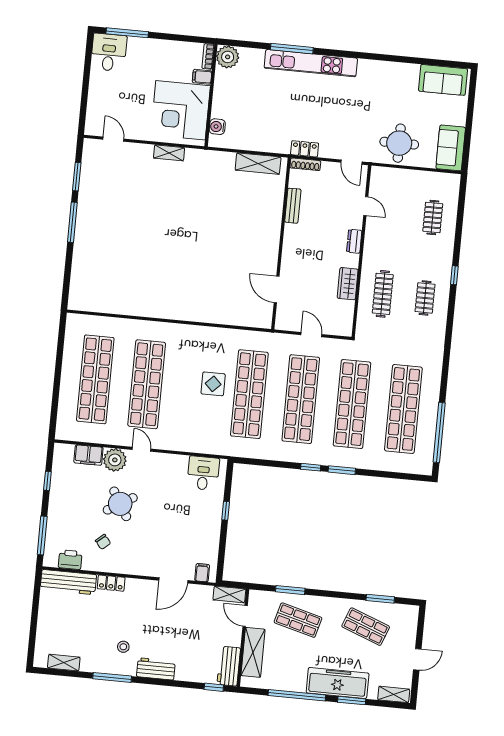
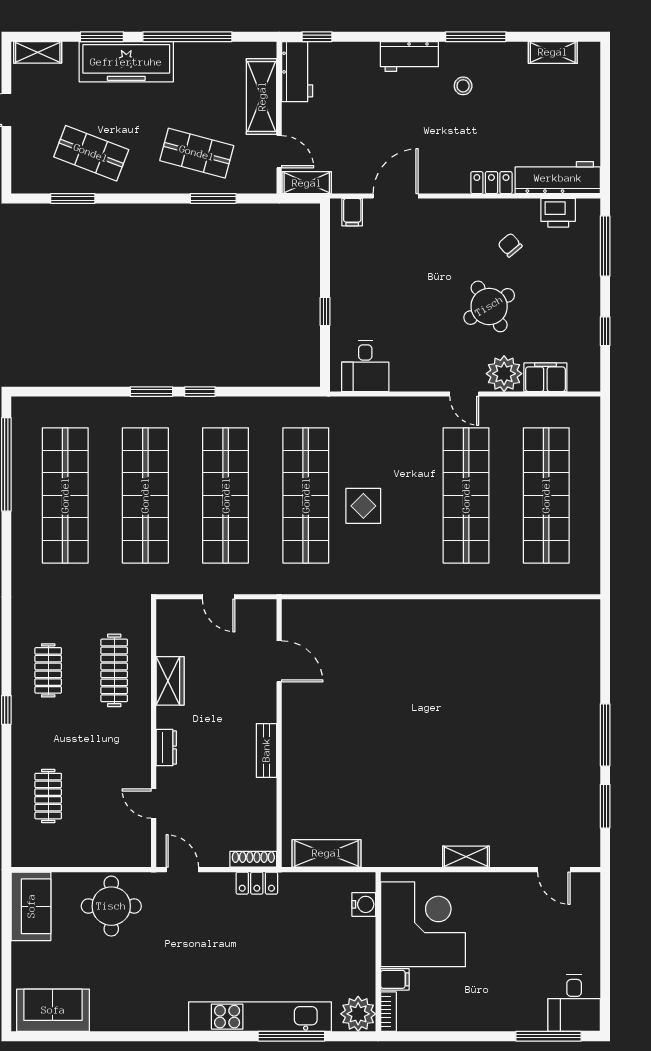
bookcase: (208, 56) -> (388, 1012), moved
plant: (228, 57) -> (358, 1014), moved
filing cabinet: (202, 77) -> (395, 979), moved
wall: (211, 95) -> (378, 952), moved
corner desk: (181, 110) -> (423, 924), moved
water cooler: (217, 127) -> (364, 904), moved
bench: (293, 206) -> (266, 750), moved

